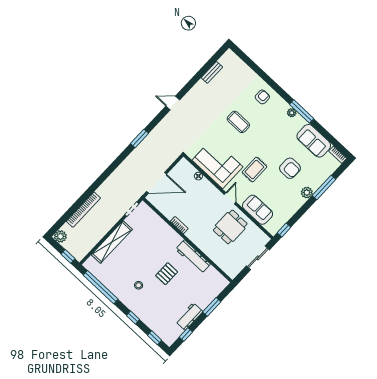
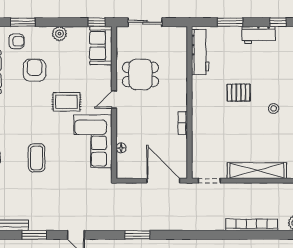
window: (195, 79) -> (34, 235), added
armchair: (316, 173) -> (16, 41), added
window: (324, 187) -> (23, 22), width x0.69
plant: (307, 193) -> (59, 34), moved
sofa: (258, 210) -> (101, 46), moved
workbench: (193, 257) -> (200, 52), moved

